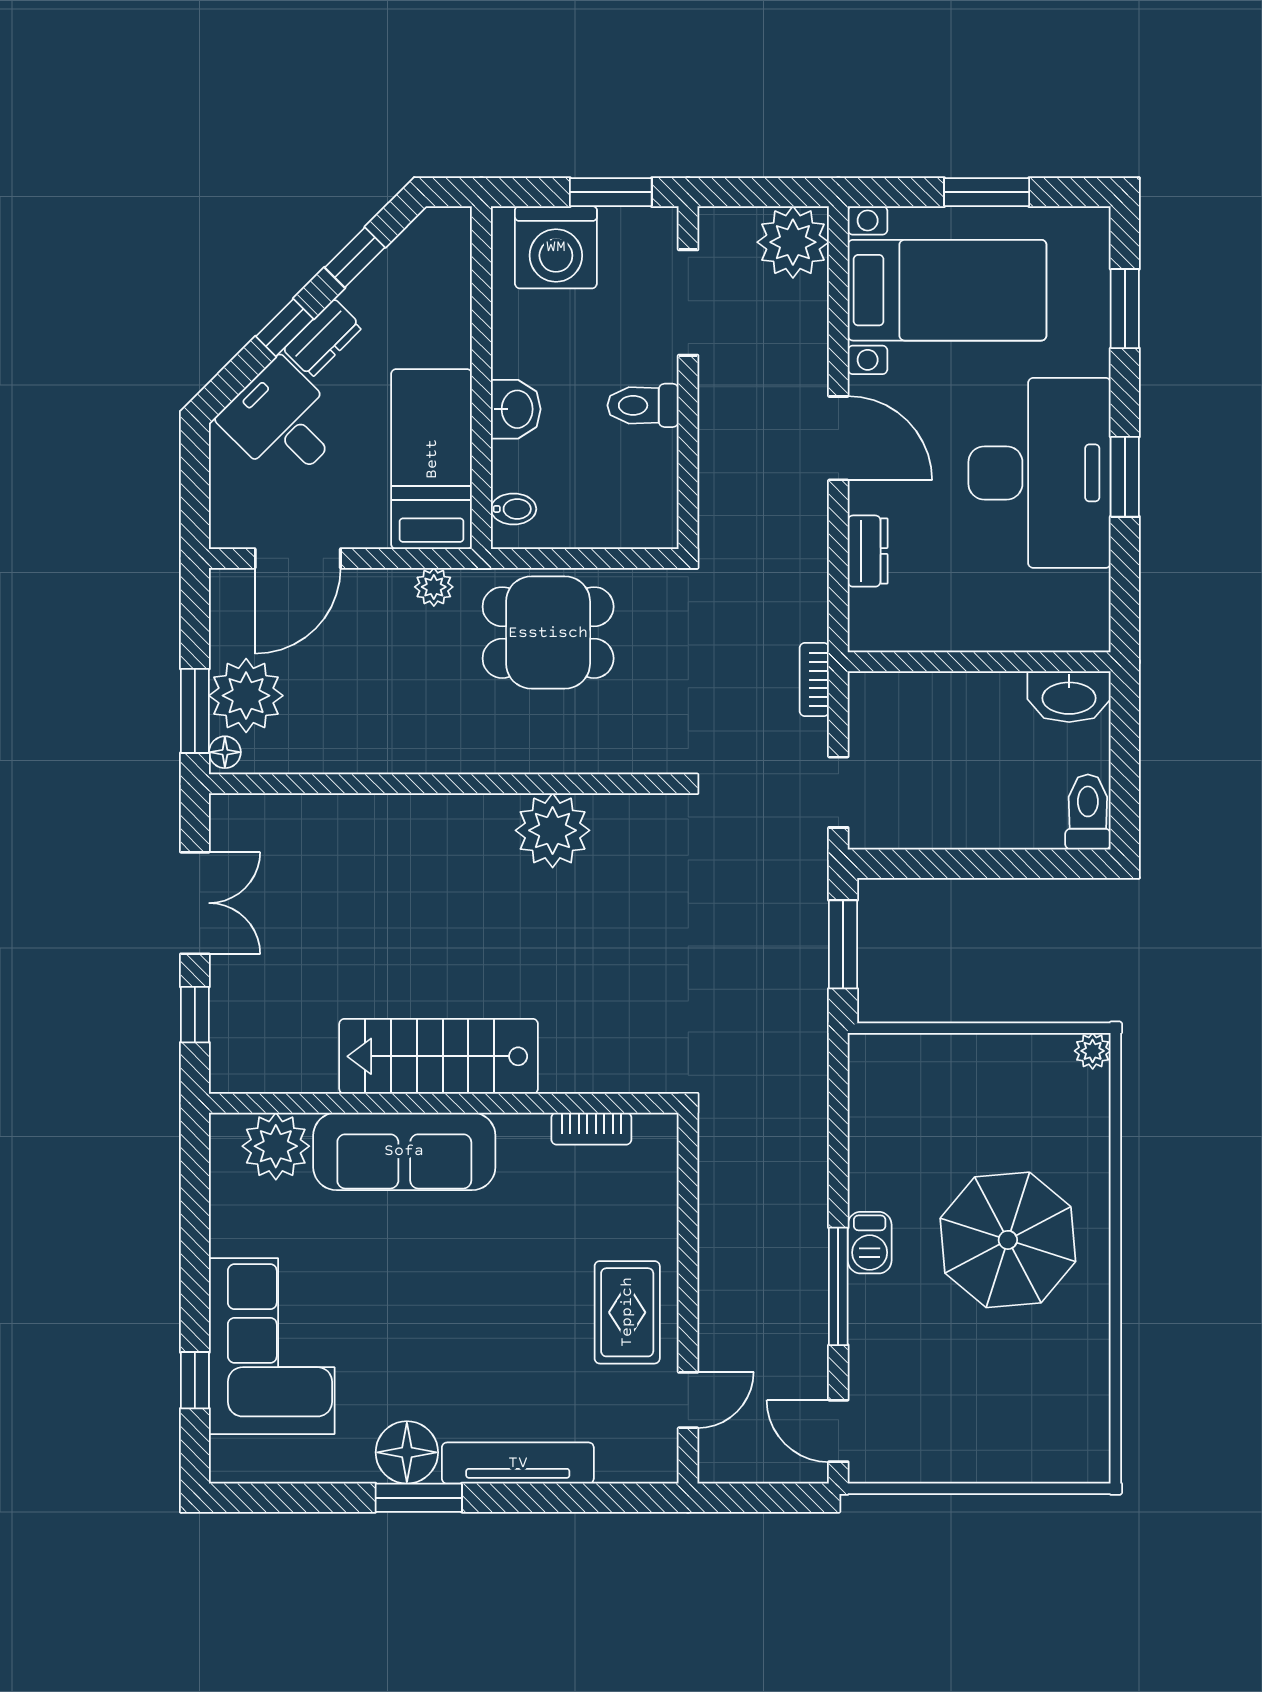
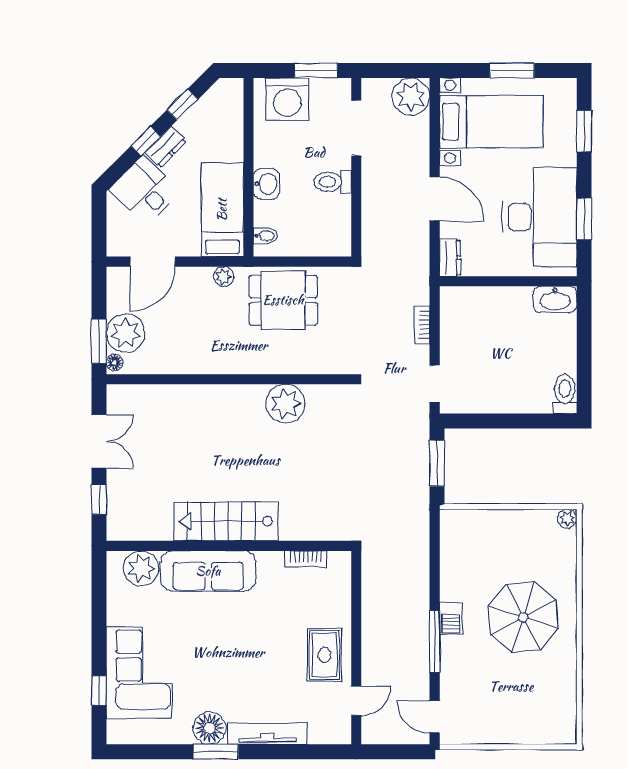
wall: (979, 662) -> (508, 281), moved
washbasin: (1069, 697) -> (555, 299), moved

